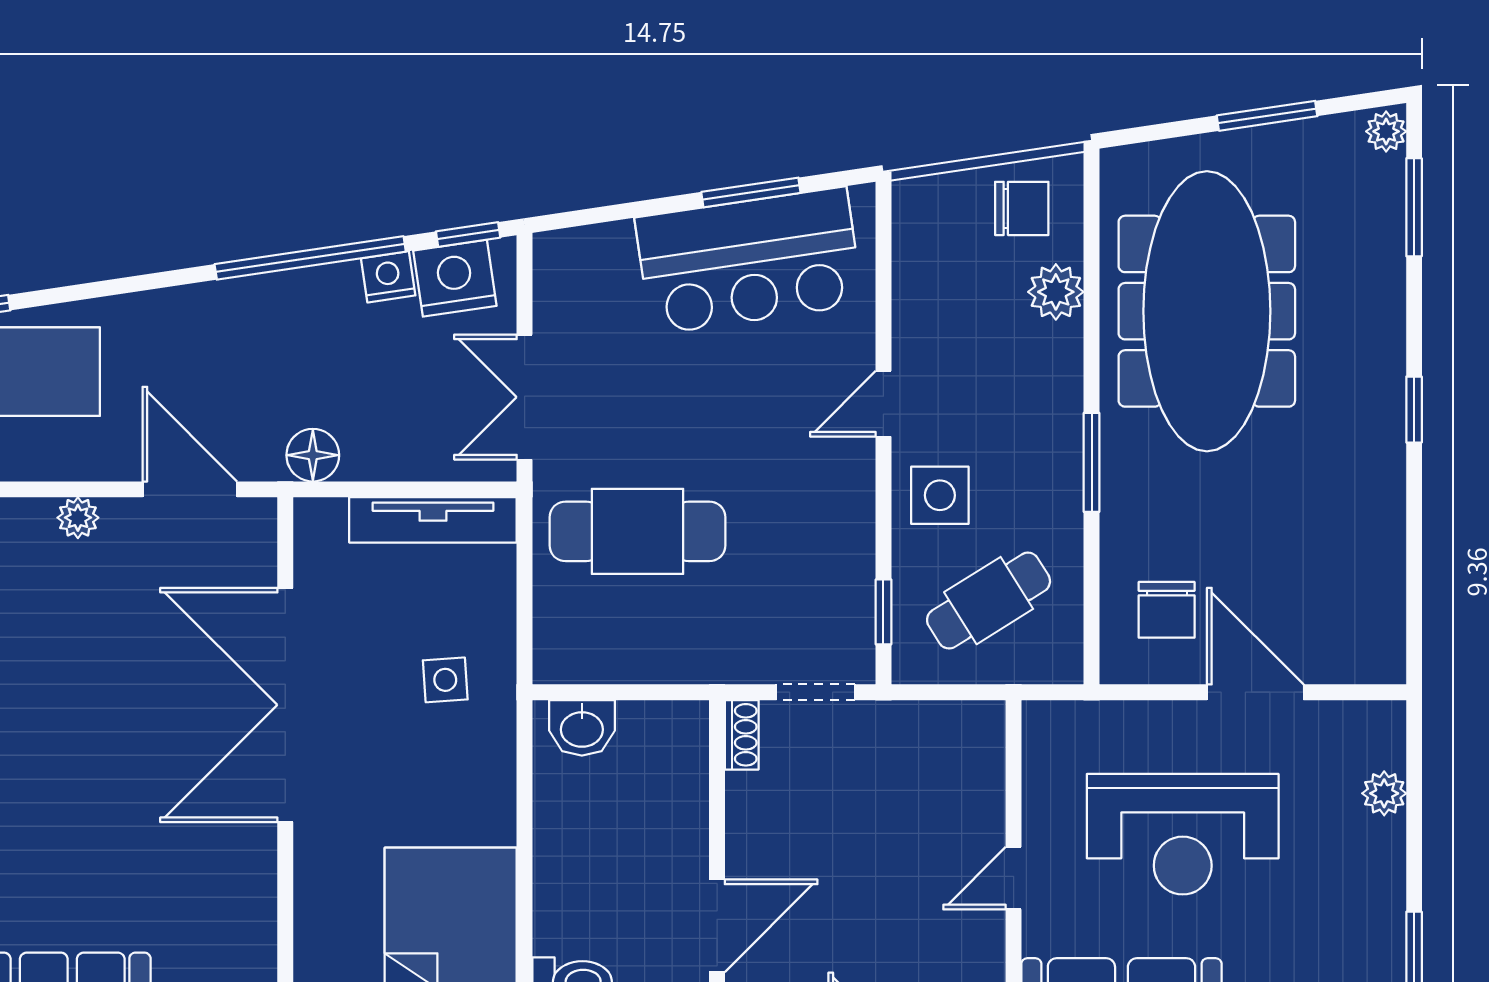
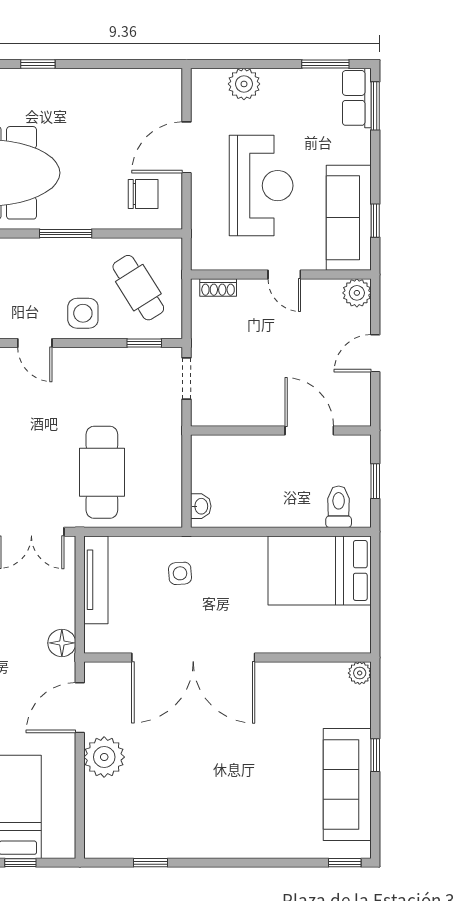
plant: (78, 518) -> (104, 757), width x1.87, depth x1.87
washbasin: (582, 728) -> (201, 506), width x0.72, depth x0.69
shoe rack: (742, 735) -> (218, 288), moved, turned 180
plant: (1384, 793) -> (244, 84), width x1.38, depth x1.38

